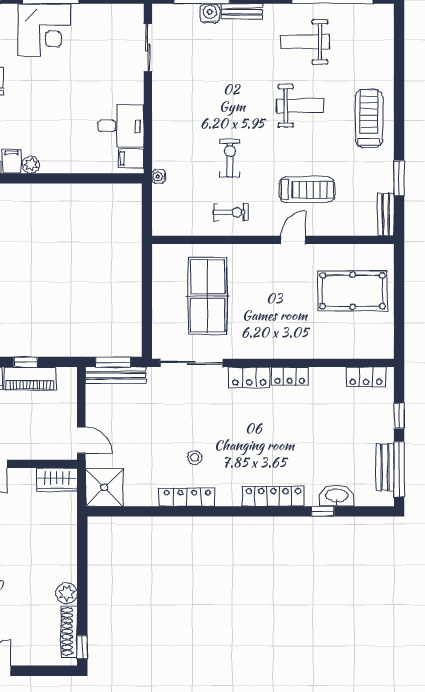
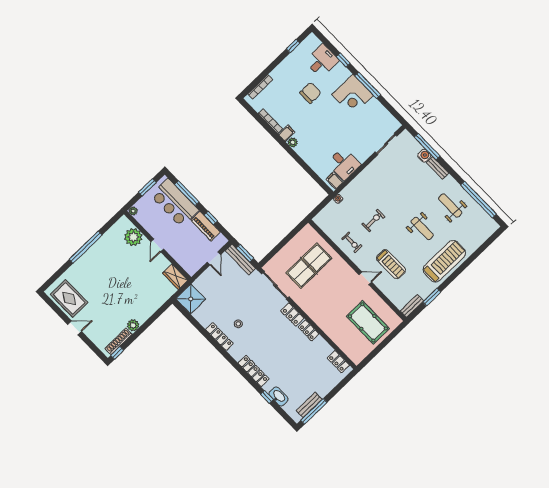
treadmill: (369, 118) -> (444, 261), width x1.37, depth x1.38
window: (399, 416) -> (336, 390), removed
door: (81, 440) -> (214, 258), moved

